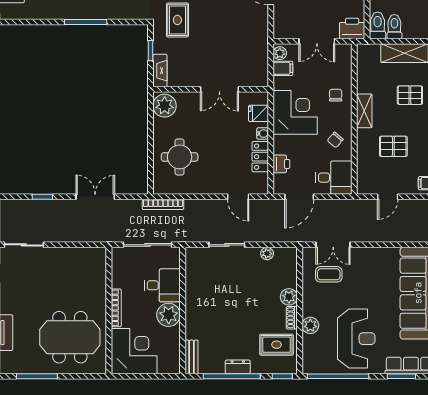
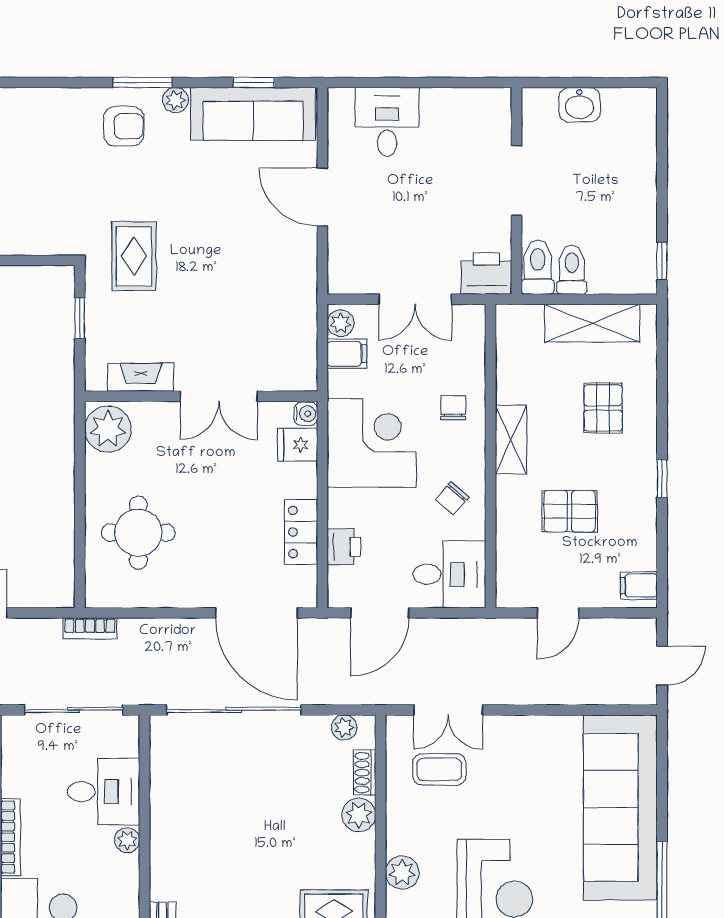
fireplace: (160, 71) -> (141, 377), moved, turned -90
pallet: (410, 95) -> (603, 408), turned 90
water cooler: (263, 134) -> (306, 414), moved
door: (238, 197) -> (256, 613), width x1.87
bookcase: (163, 204) -> (90, 628), width x0.64
sliding door: (227, 245) -> (234, 710), width x1.86
plant: (267, 254) -> (344, 727), moved
plant: (169, 315) -> (127, 840), width x0.53, depth x0.53
shoe rack: (292, 318) -> (365, 773), moved

